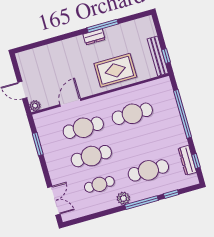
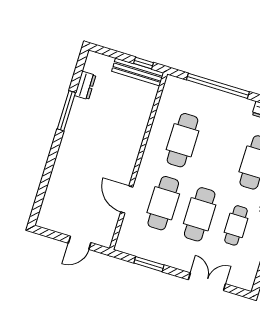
dresser: (94, 37) -> (85, 85), moved
rug: (115, 70) -> (123, 128), removed
plant: (35, 106) -> (105, 240), removed
double door: (54, 201) -> (207, 282), moved

